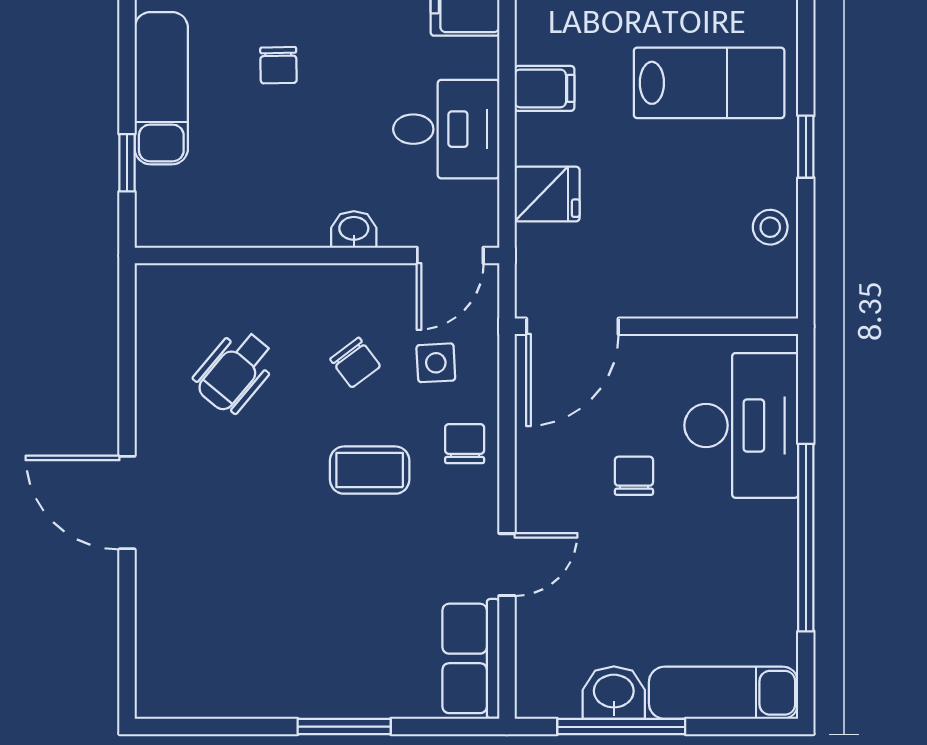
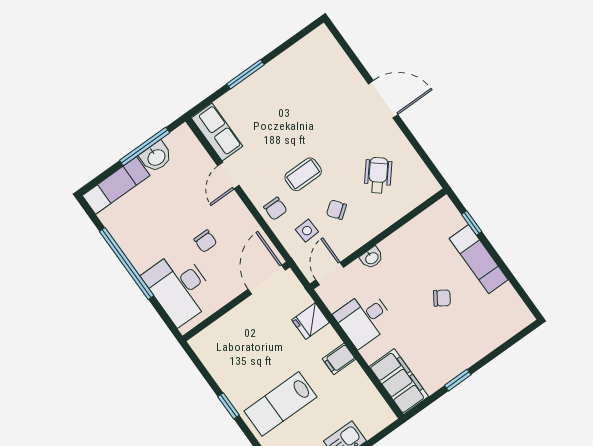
chair: (278, 65) -> (442, 298), turned 124
stool: (770, 227) -> (221, 367), removed

